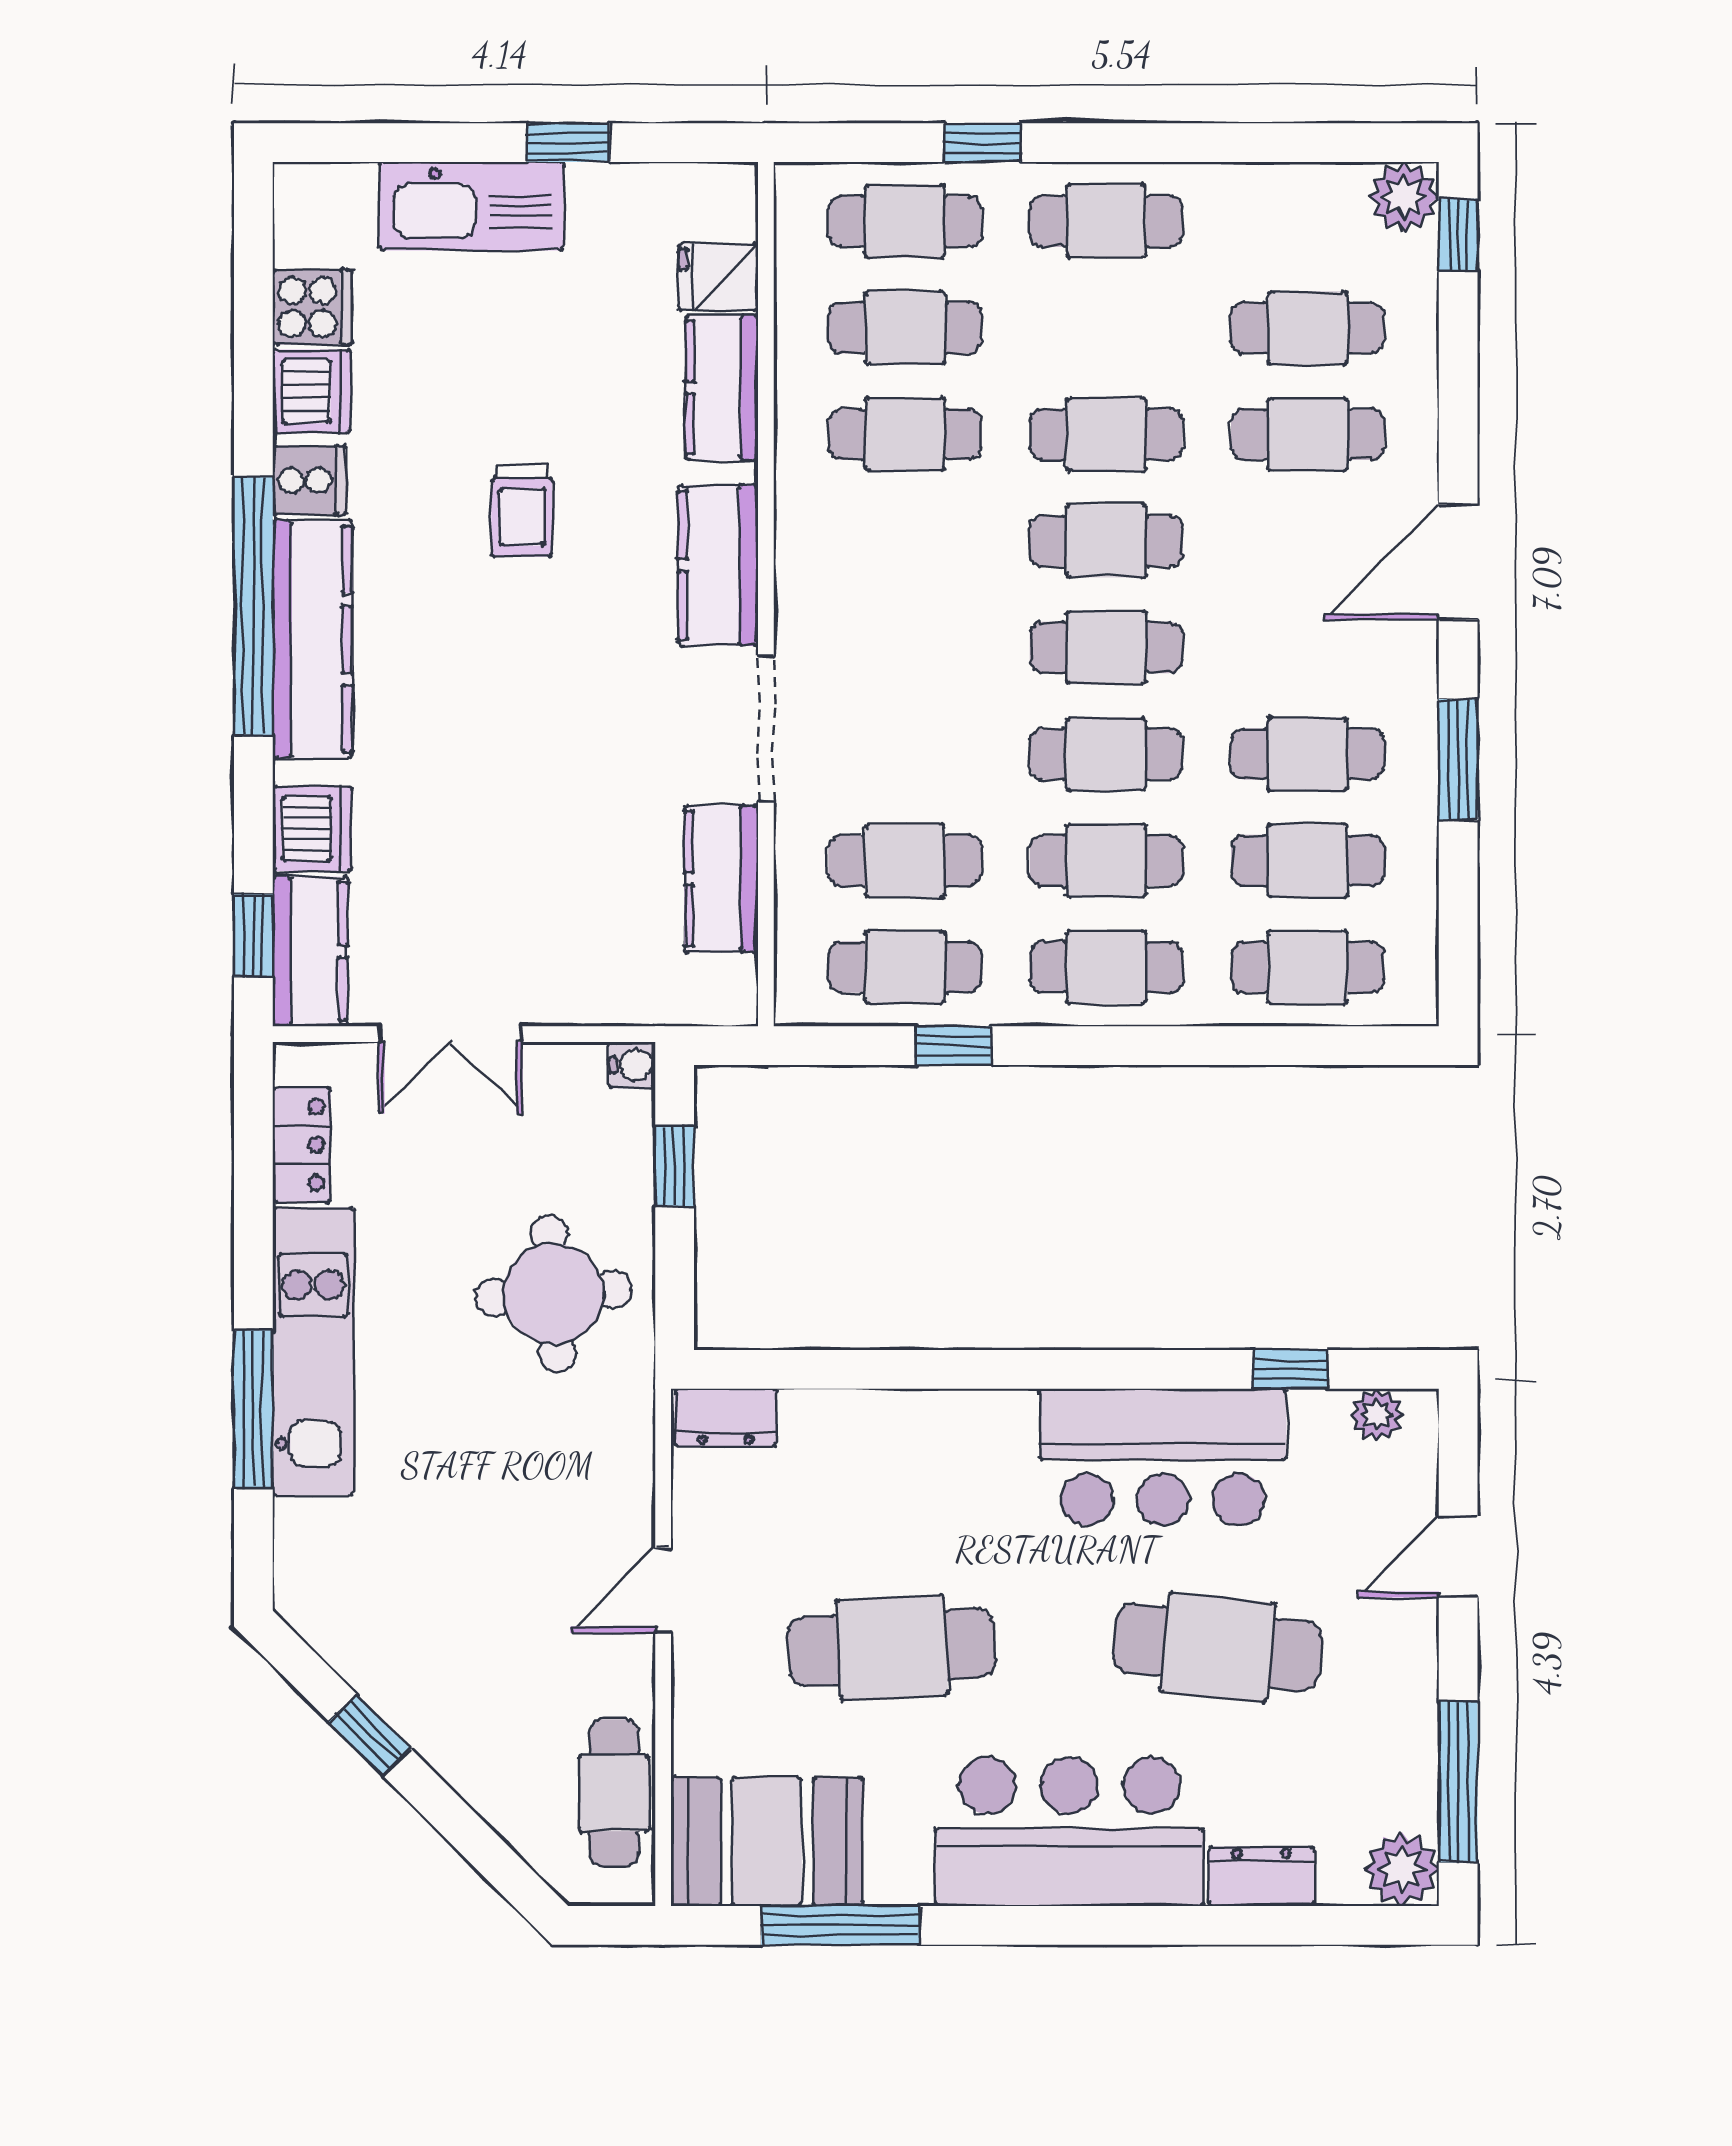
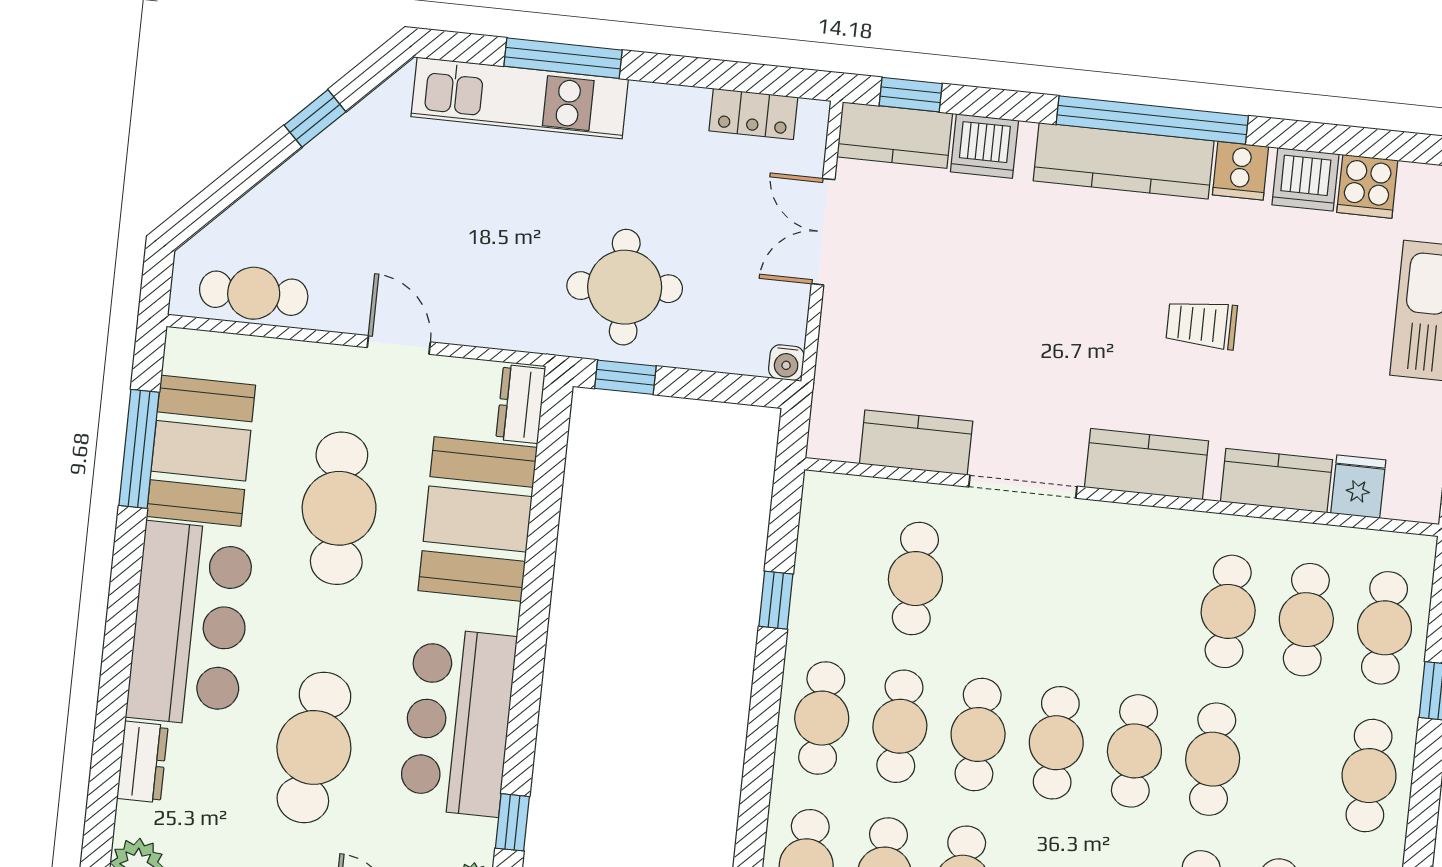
cafe table: (905, 967) -> (837, 570), removed
window: (675, 1166) -> (625, 377), moved
kitchen unit: (313, 1351) -> (520, 98), moved
booth: (887, 1459) -> (478, 519), added
booth: (767, 1842) -> (201, 451), moved

